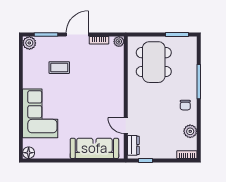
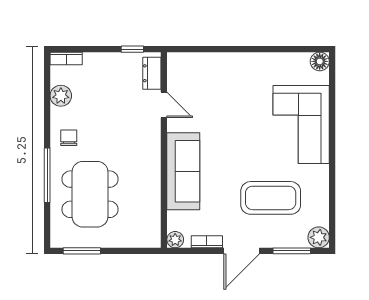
dining table: (154, 62) -> (90, 194), moved
coffee table: (59, 68) -> (271, 198), width x1.86, depth x1.72
sofa: (94, 148) -> (183, 171), moved, turned -90

